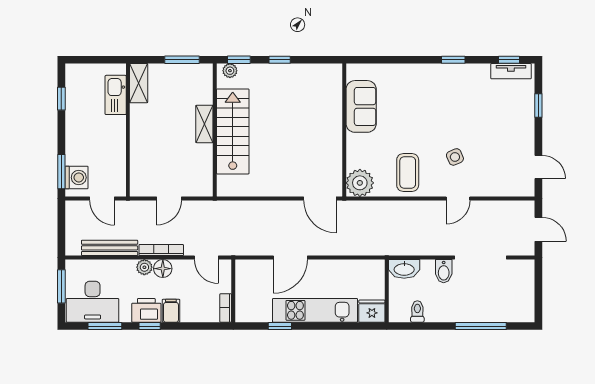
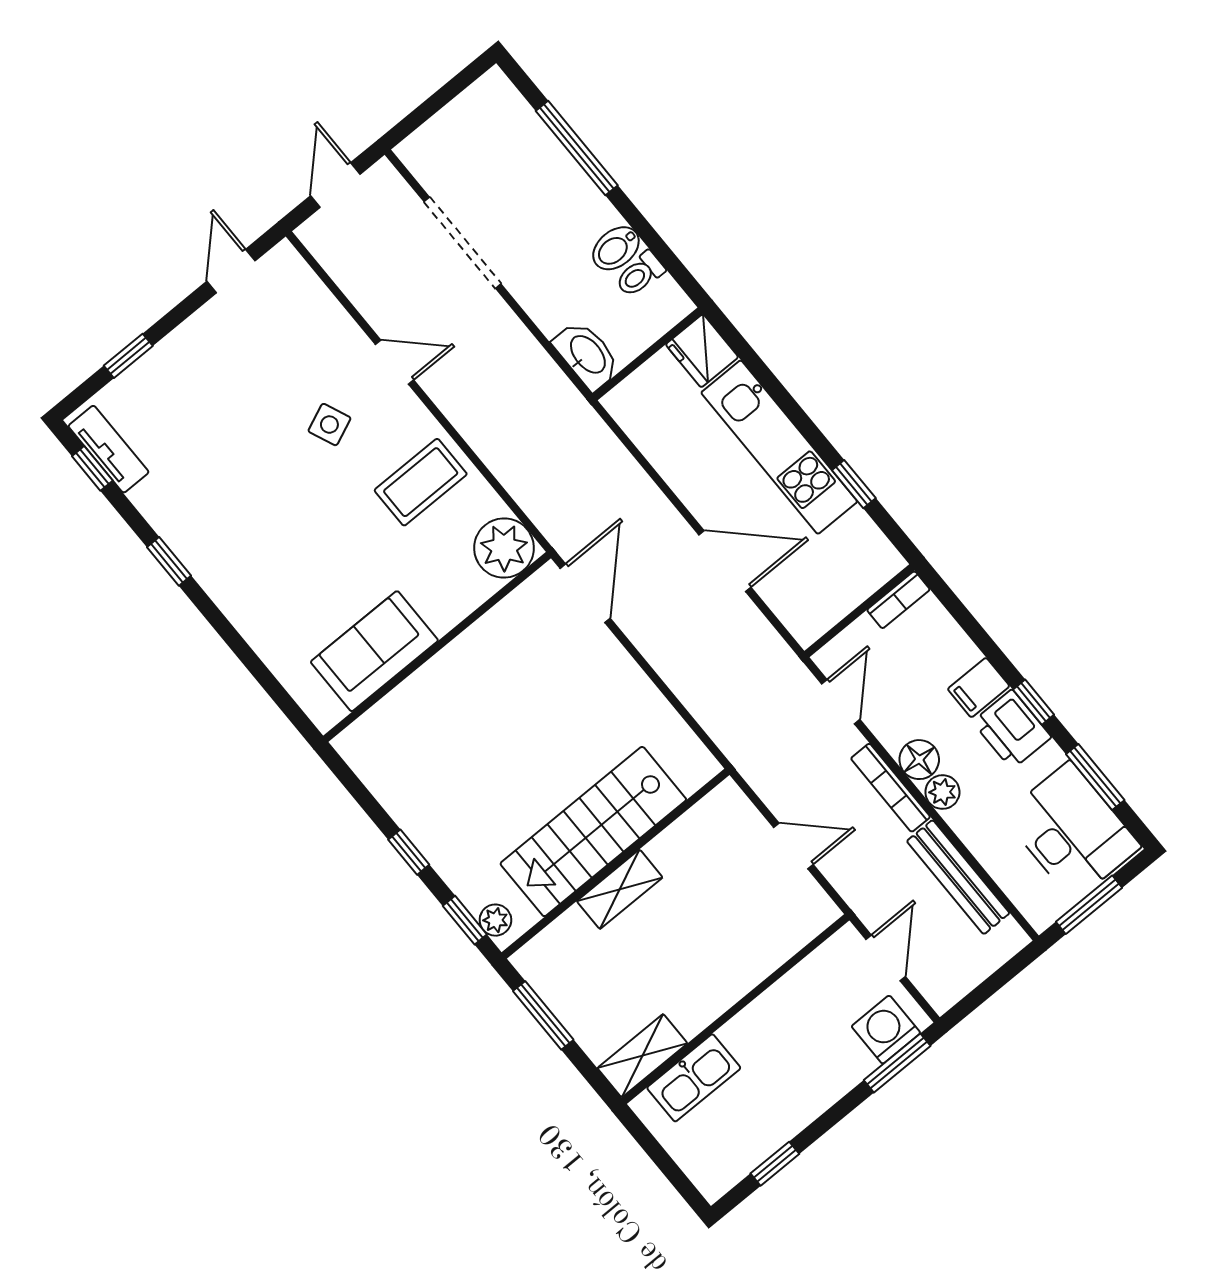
bidet: (444, 271) -> (616, 248), moved, turned 180

